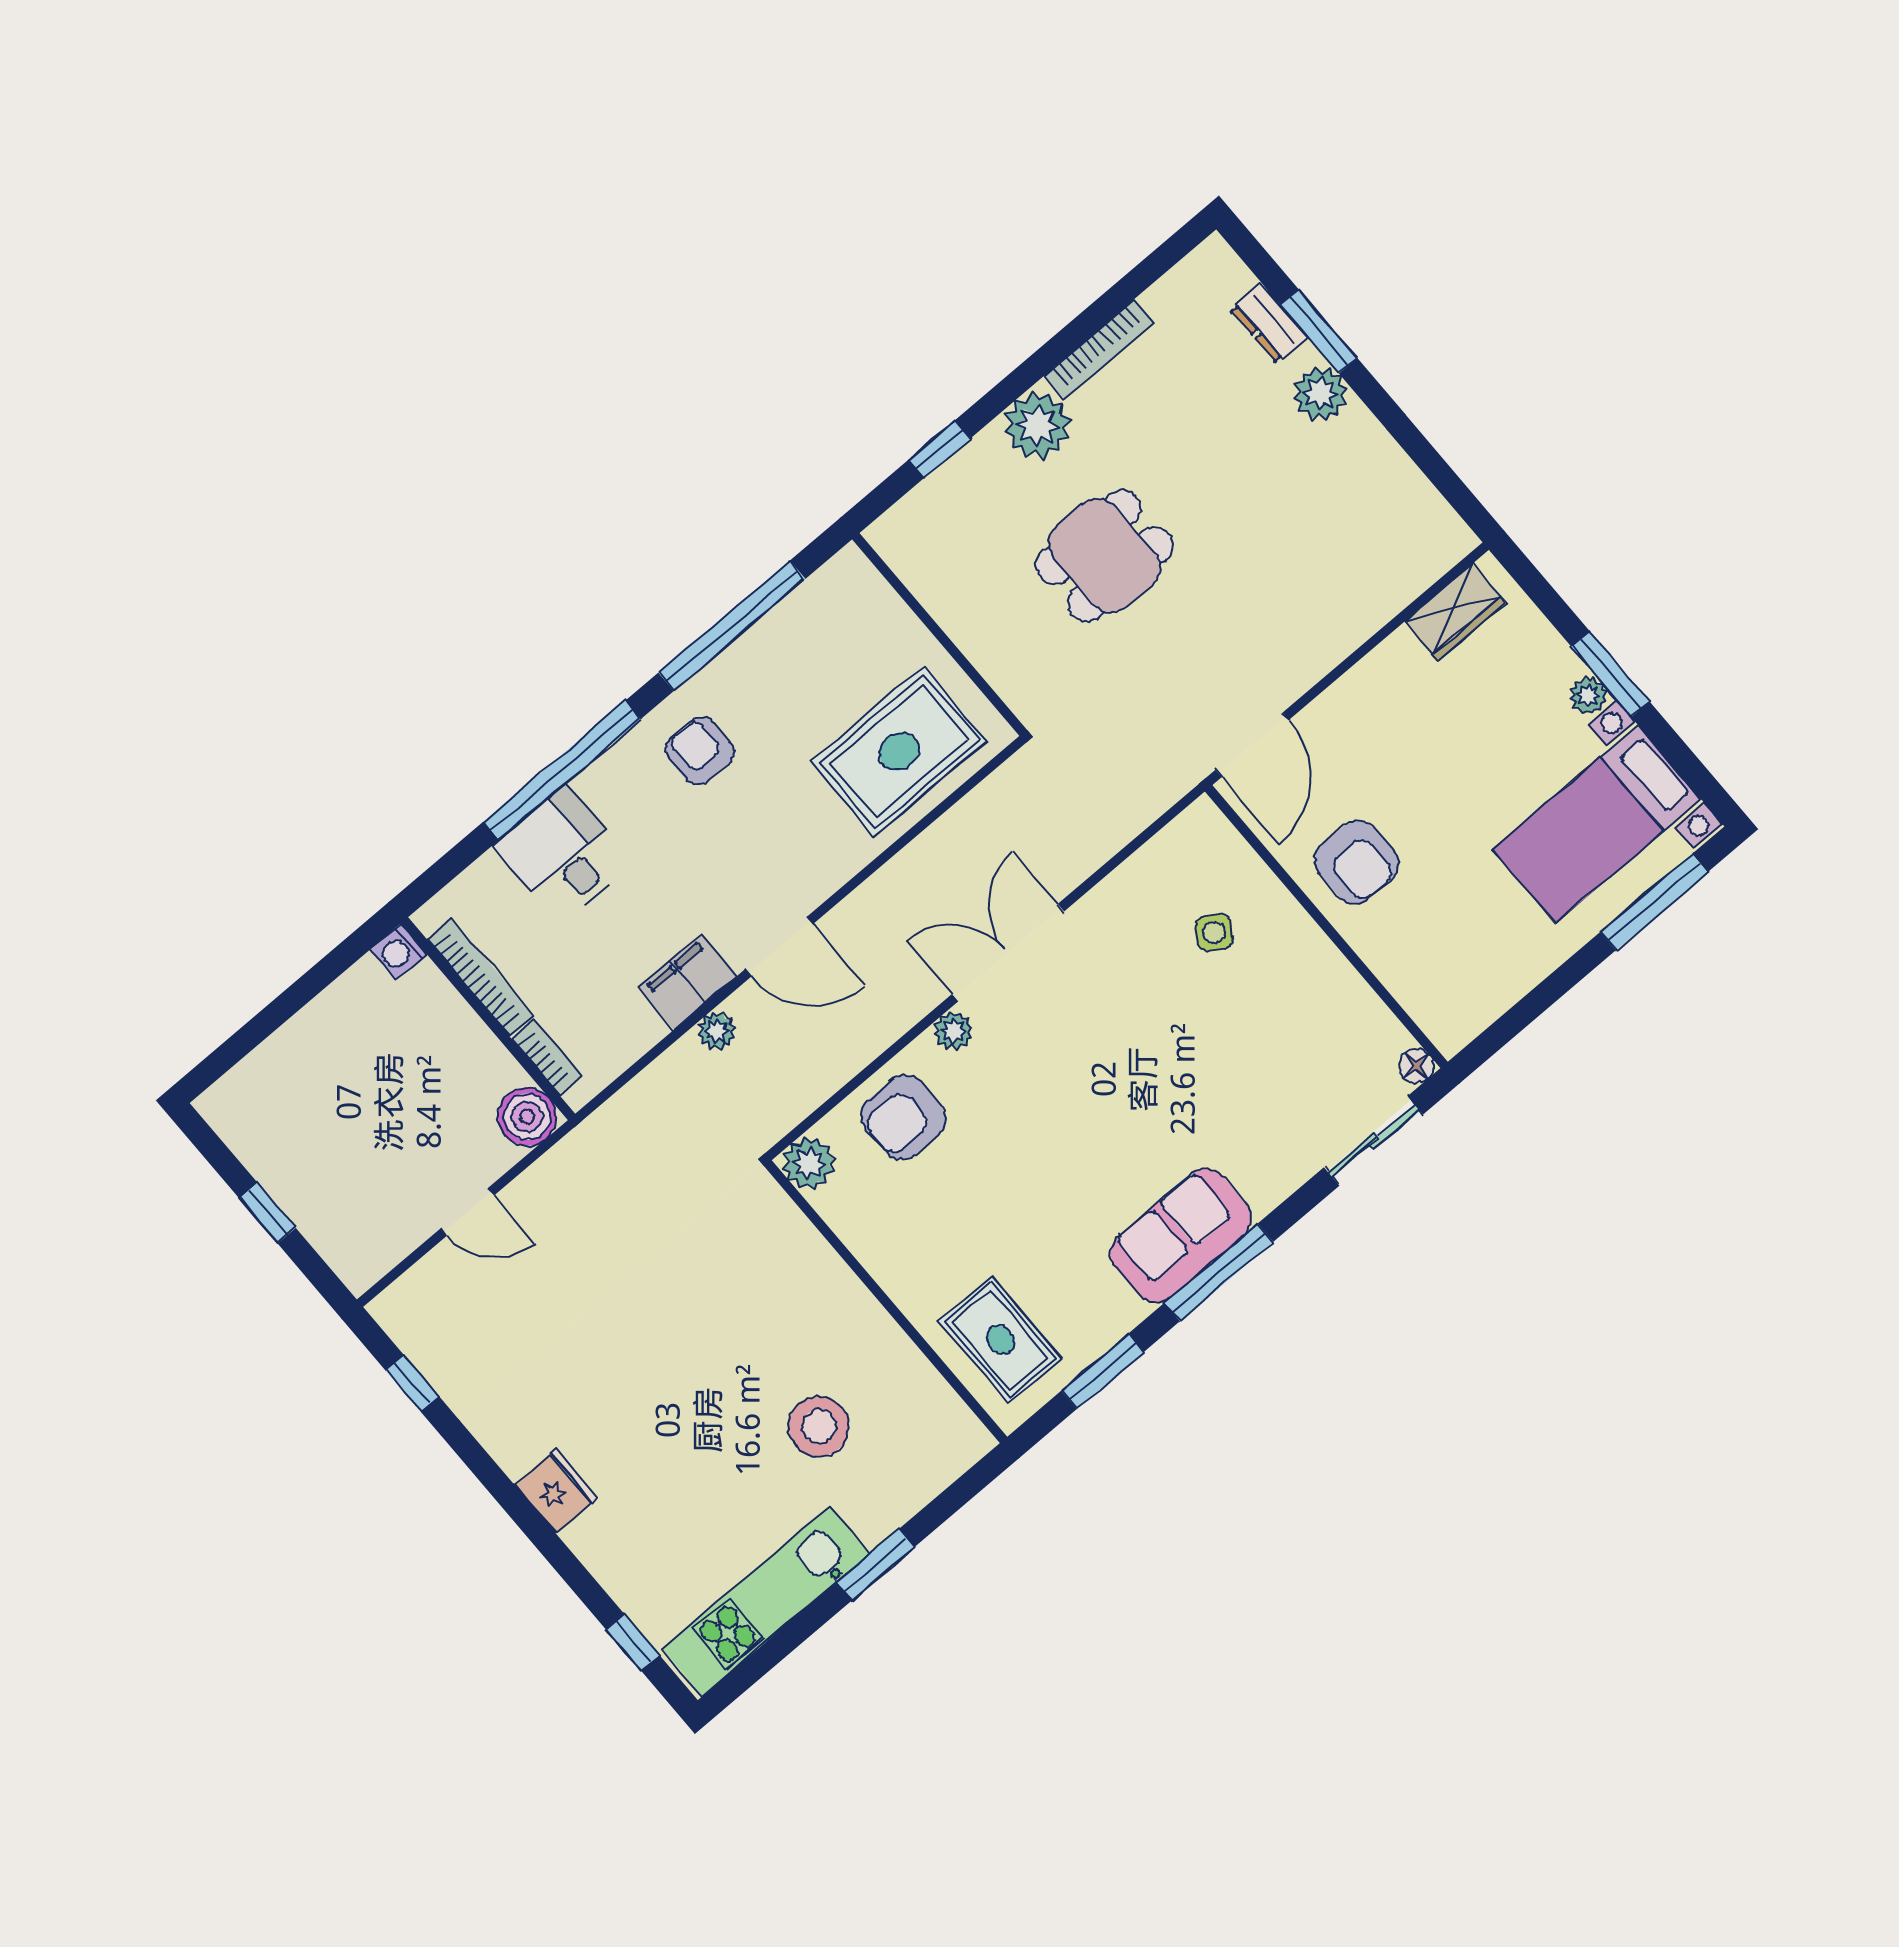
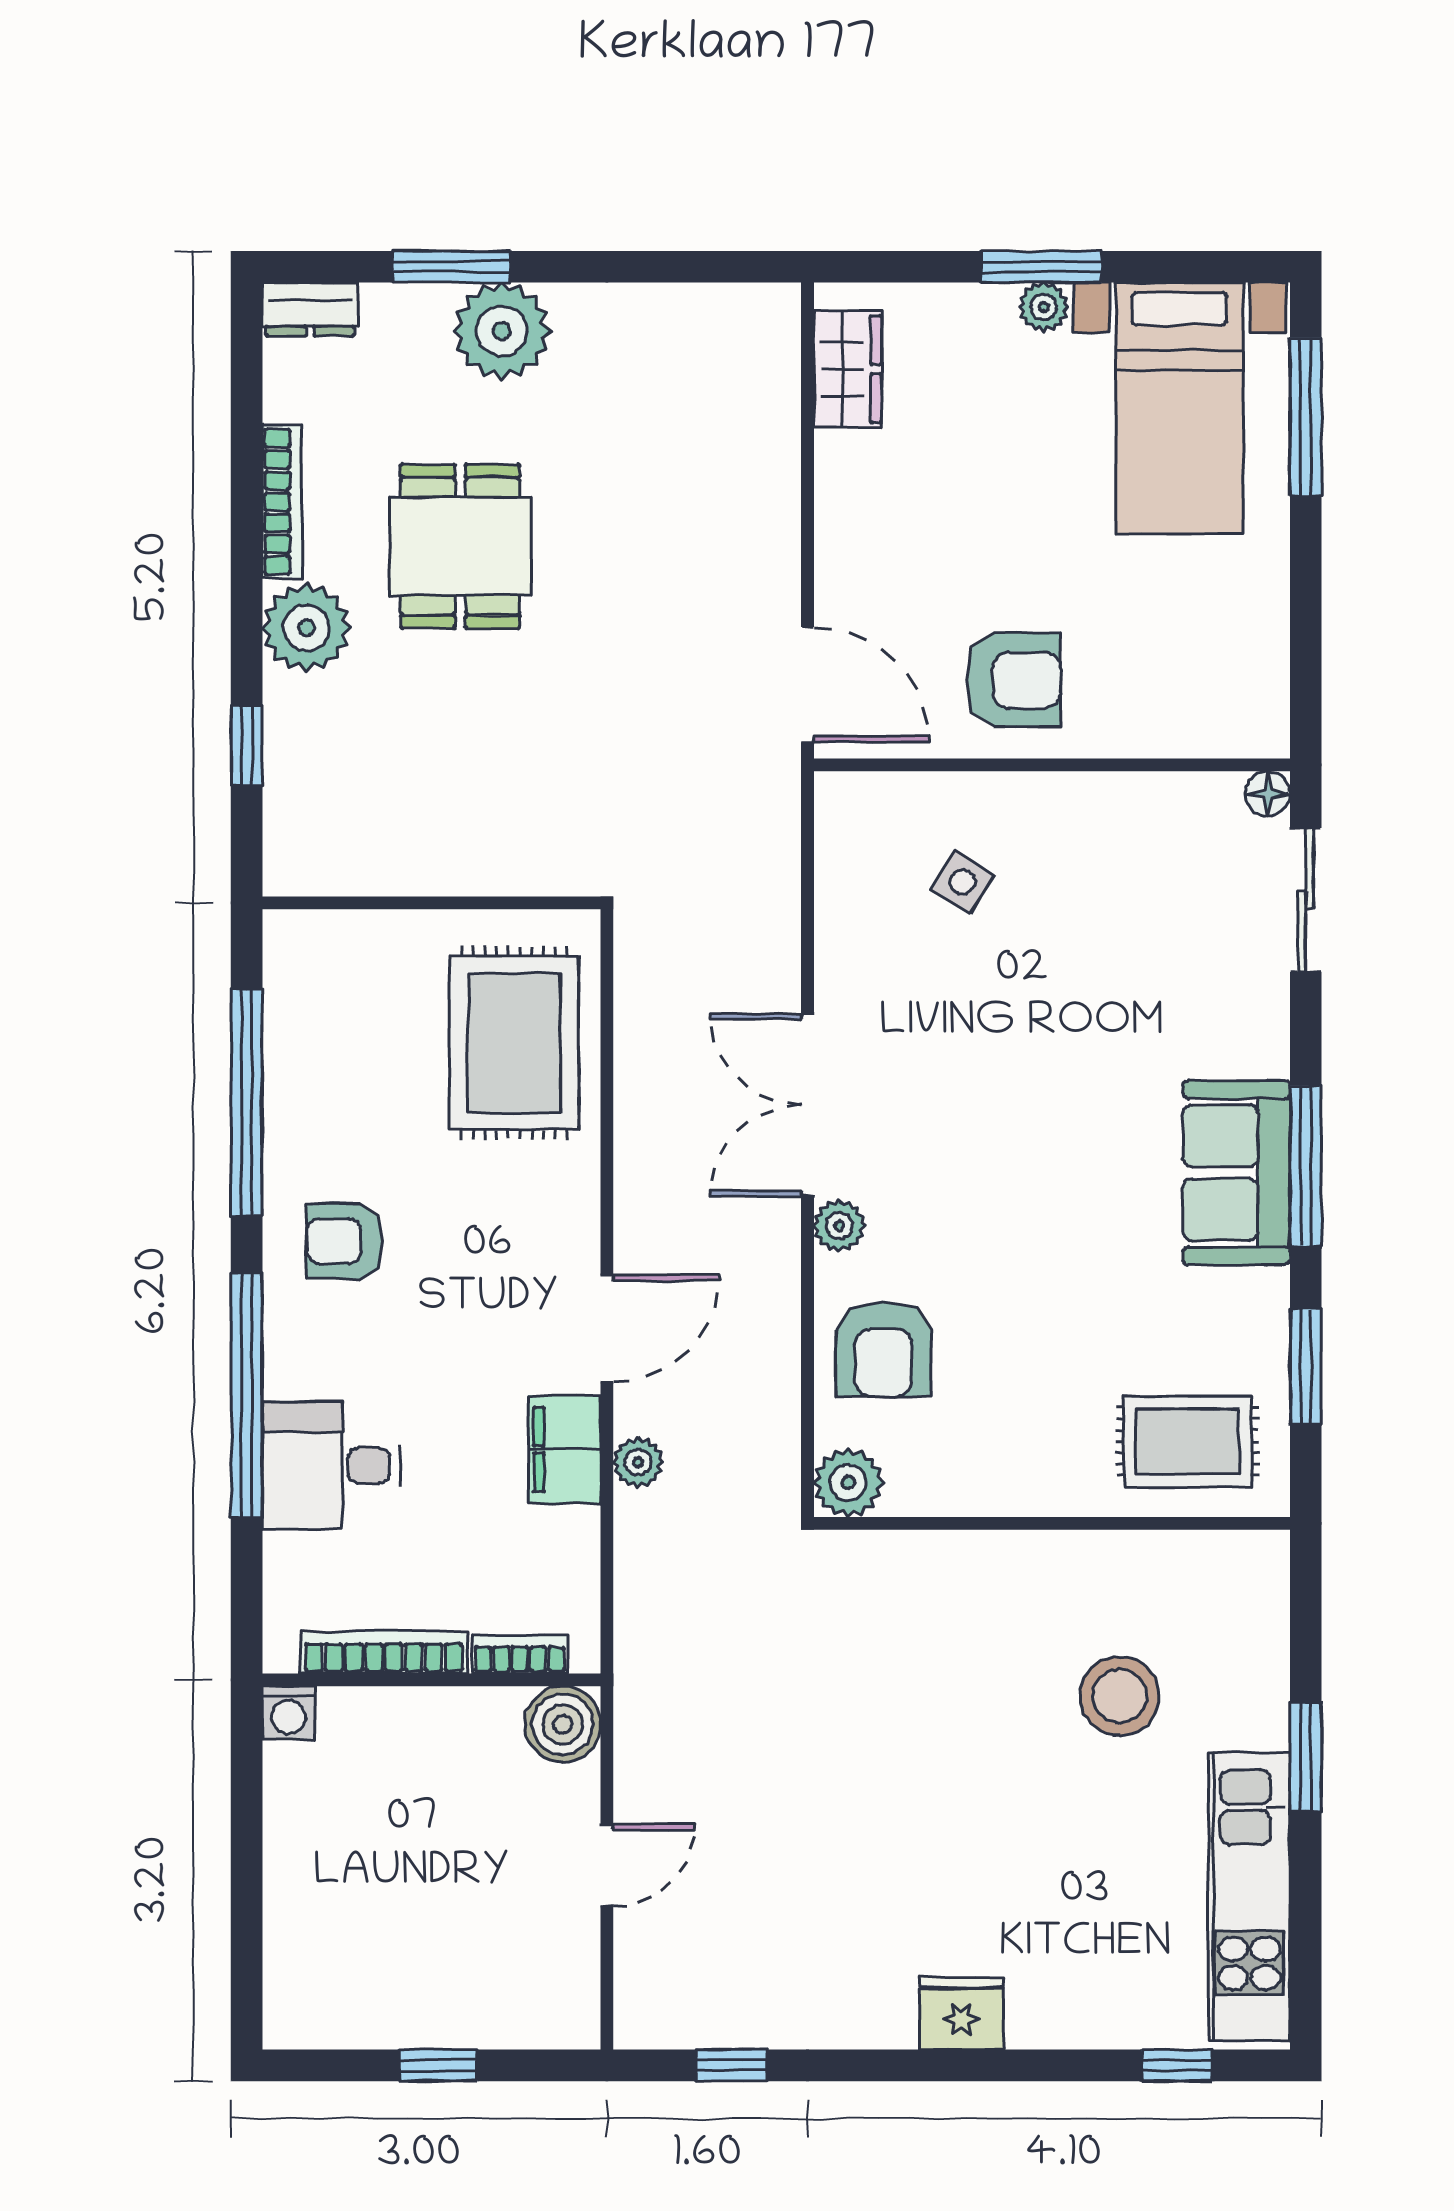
dresser: (1269, 323) -> (310, 309), moved
plant: (1320, 393) -> (502, 331), width x1.36, depth x1.36
dining table: (1104, 555) -> (460, 546), moved

